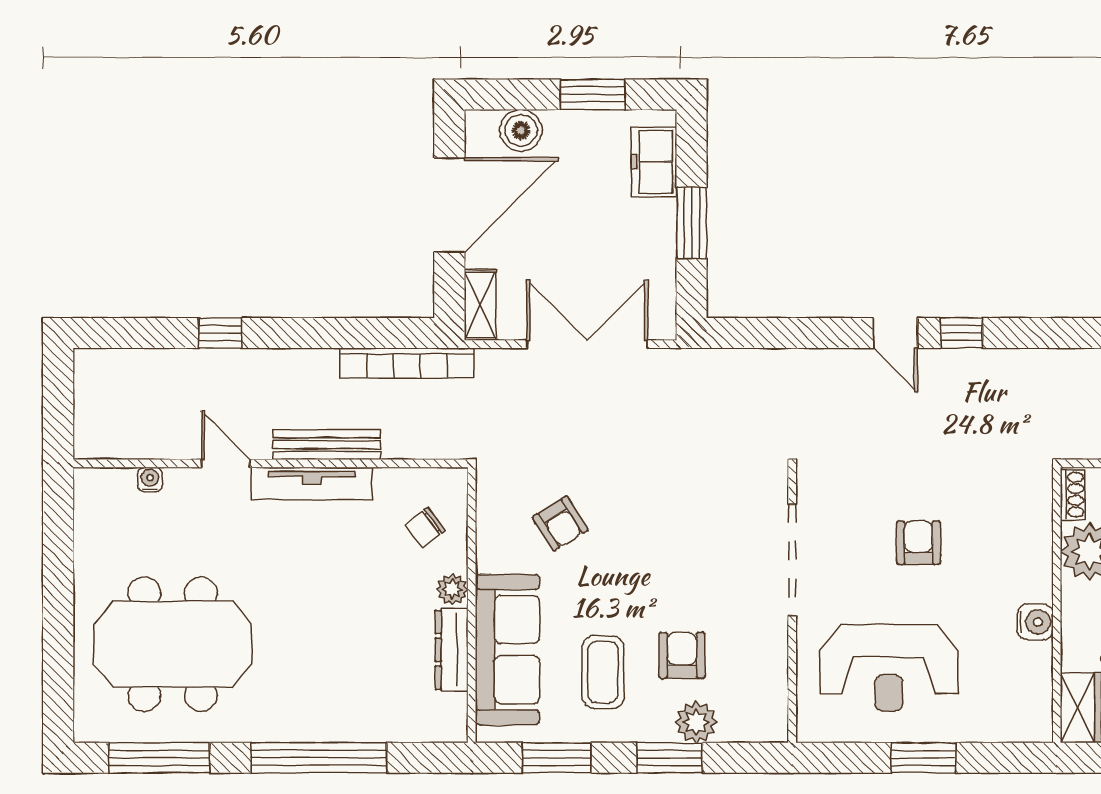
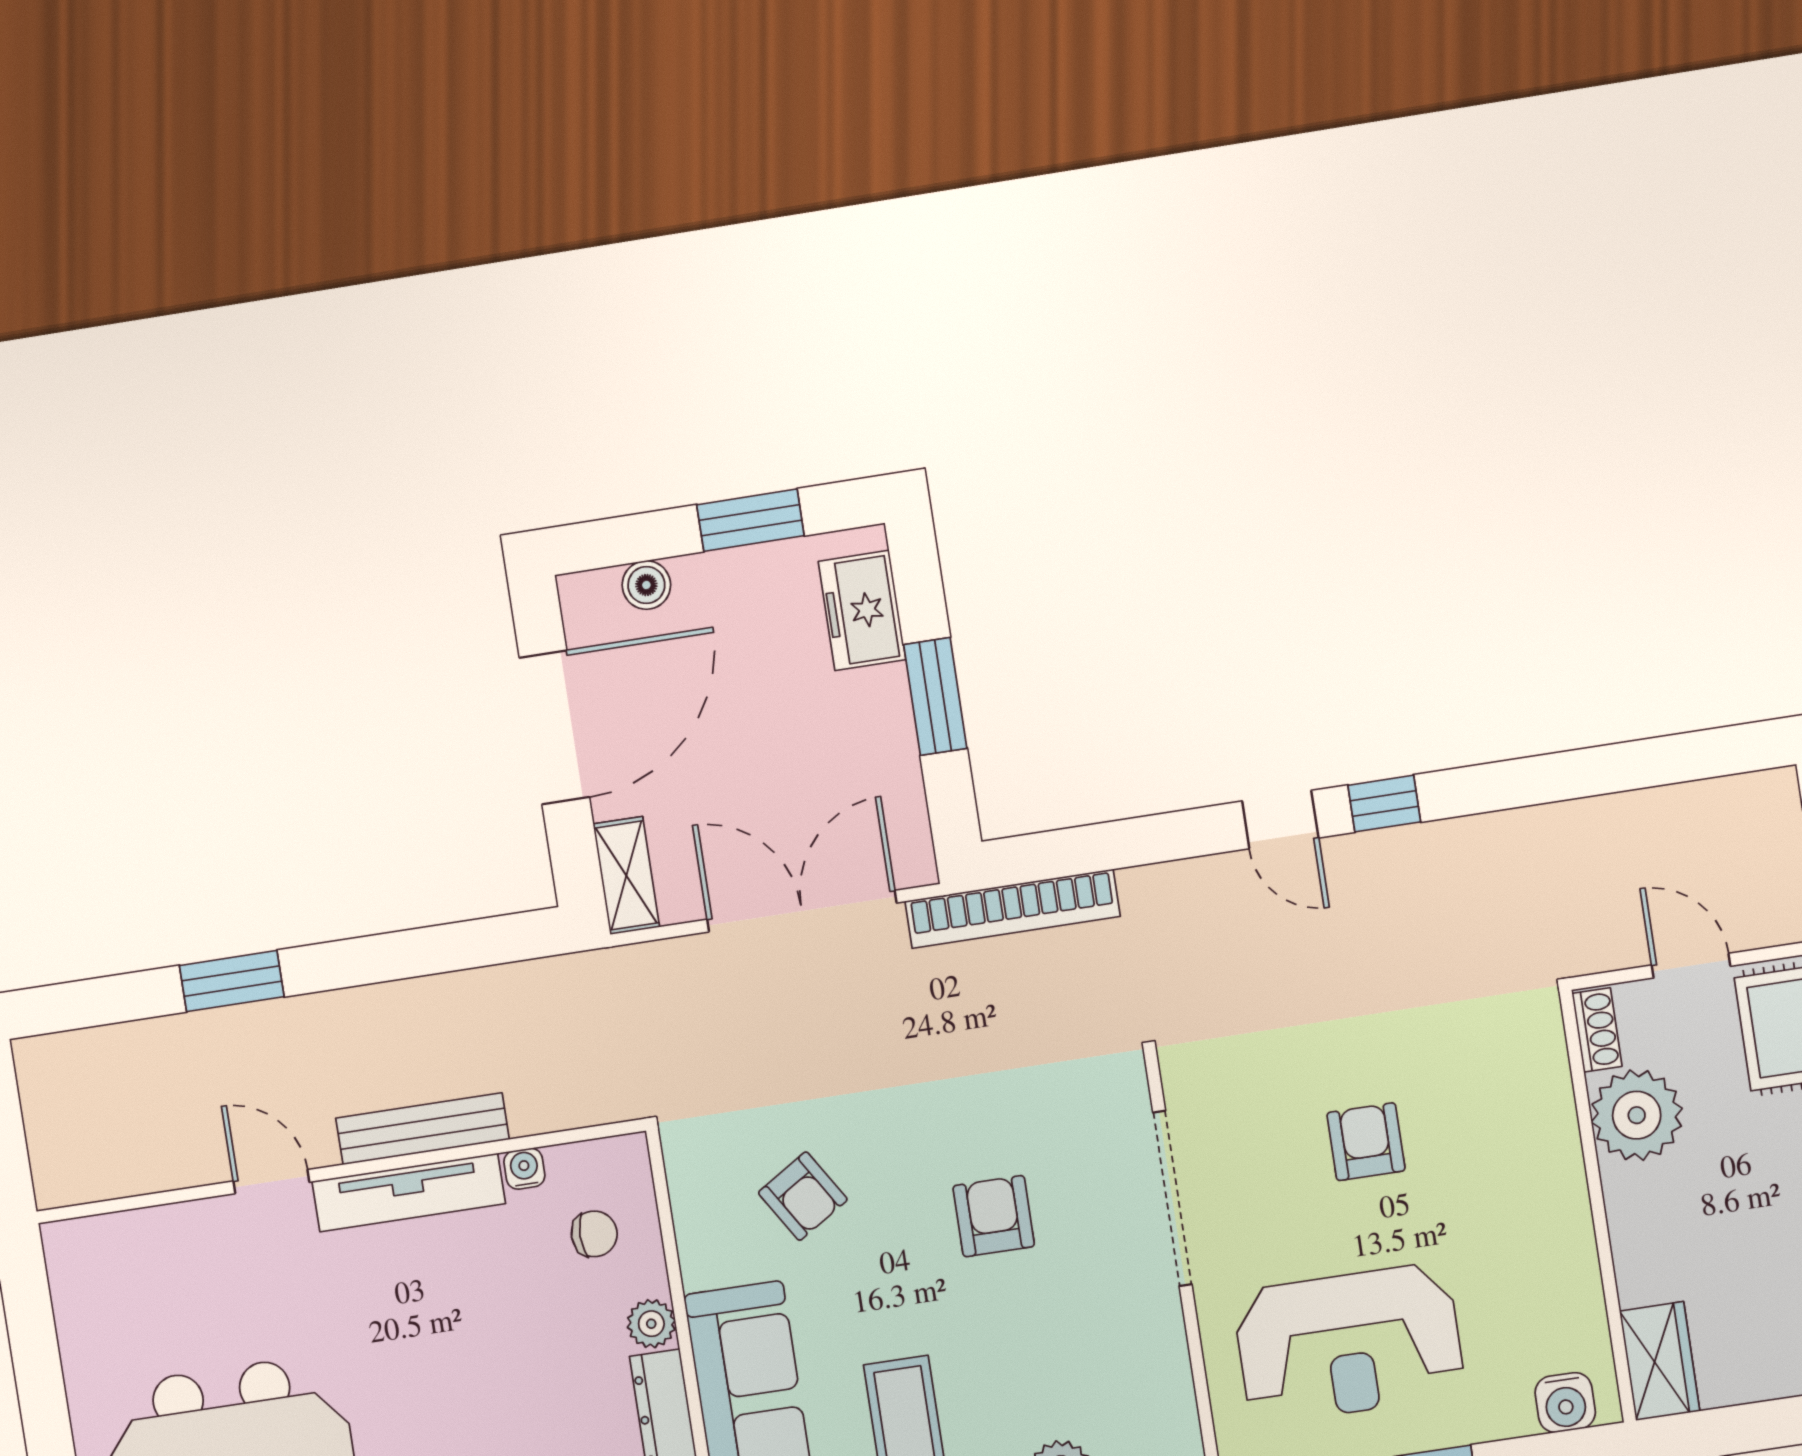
boiler: (521, 130) -> (646, 585), width x0.73, depth x0.73
window: (220, 333) -> (232, 981), width x1.50
bookcase: (407, 363) -> (1013, 909), moved
water cooler: (150, 480) -> (524, 1169), moved
chair: (425, 527) -> (594, 1234), turned -143
water cooler: (1035, 622) -> (1565, 1402), moved, turned 90
armchair: (682, 655) -> (994, 1216), moved

